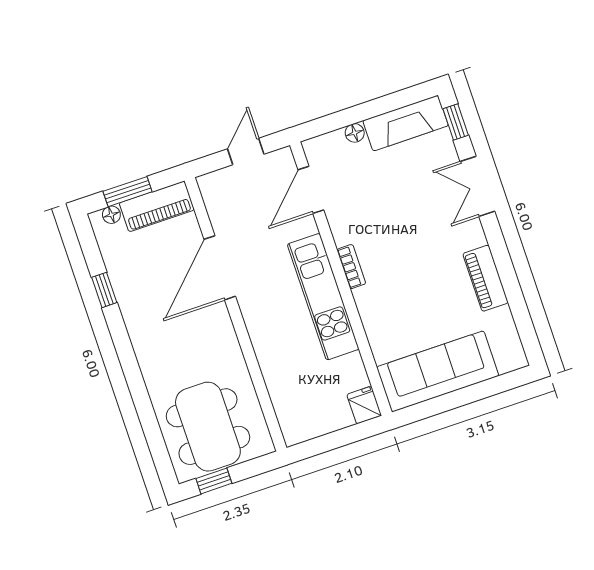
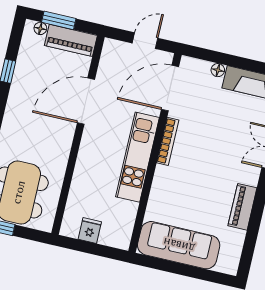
door: (311, 190) -> (170, 88), width x1.36
bookcase: (351, 267) -> (168, 141), width x1.56
fridge: (364, 405) -> (90, 231), moved

